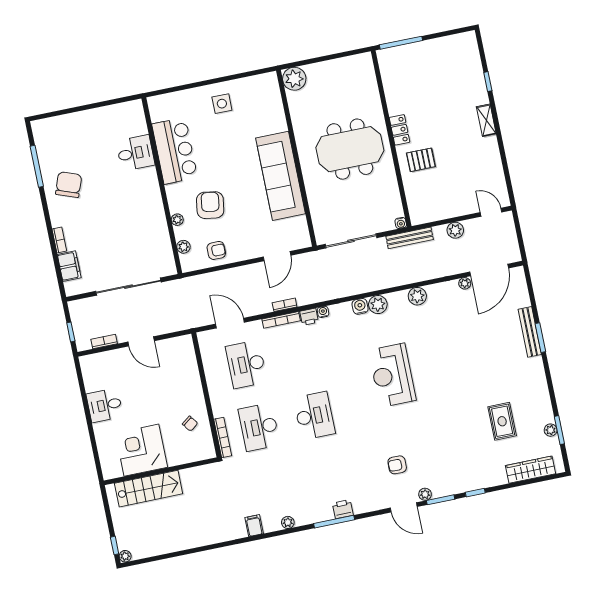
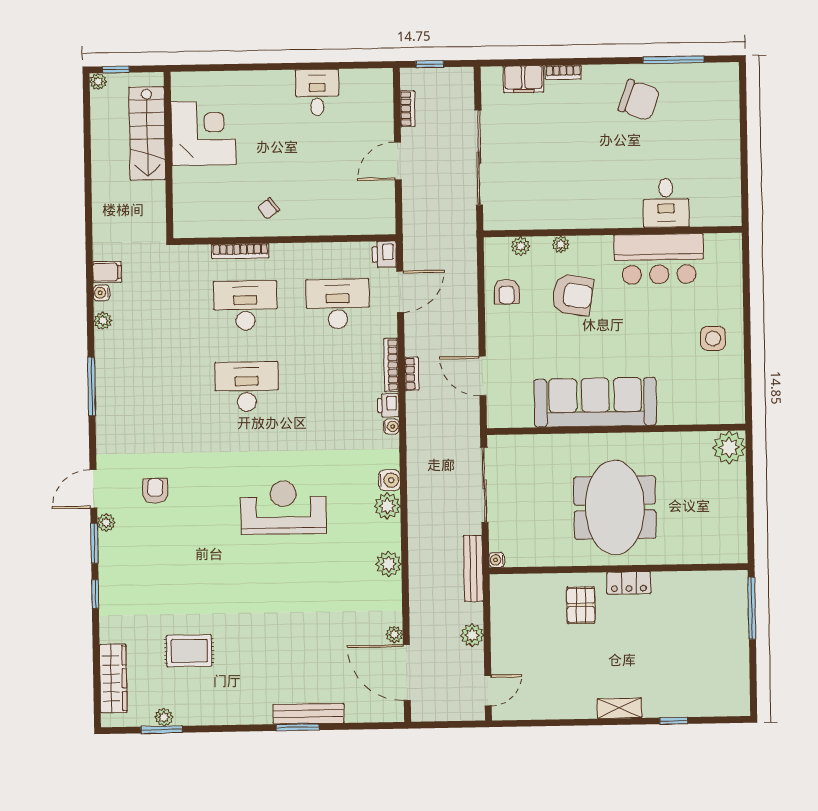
desk: (314, 416) -> (247, 387), turned 180
corner desk: (141, 450) -> (203, 133), moved
wall: (161, 471) -> (168, 155), moved
stairs: (149, 489) -> (147, 133), moved
printer: (343, 509) -> (384, 254), moved, turned 180
water cooler: (269, 527) -> (101, 293), added

